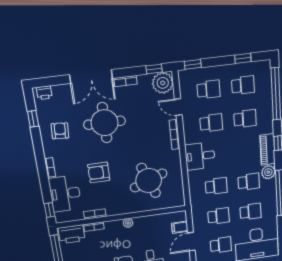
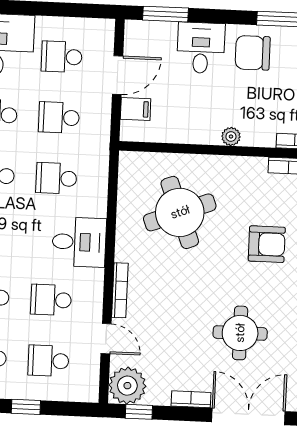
window: (193, 64) -> (26, 407), moved
round table: (105, 123) -> (240, 333), width x0.73, depth x0.73

